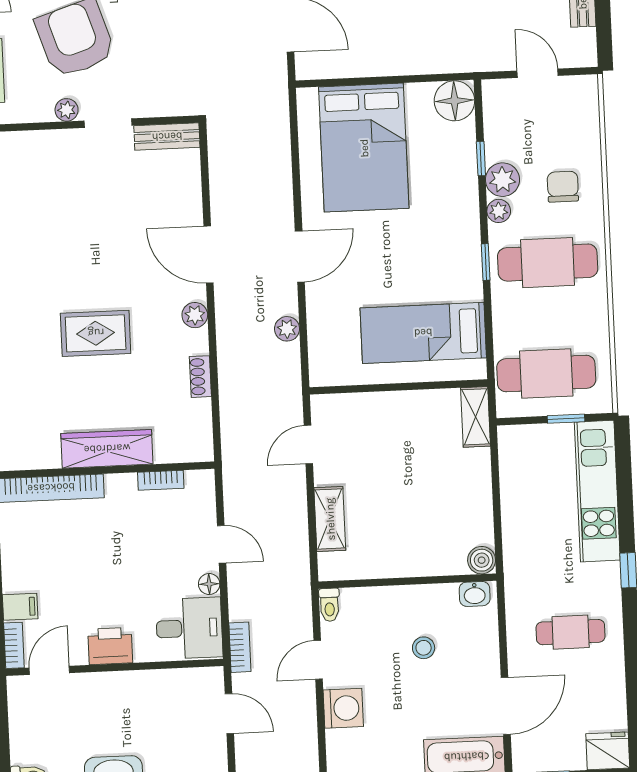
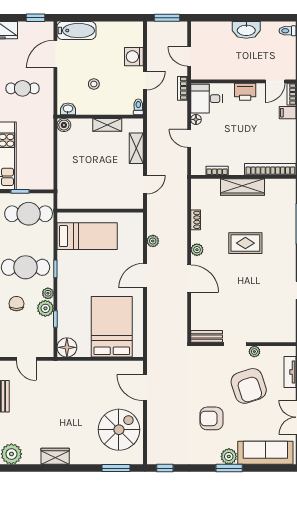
chair: (563, 187) -> (16, 304), turned 180
shelving: (476, 417) -> (107, 125), moved, turned 90

